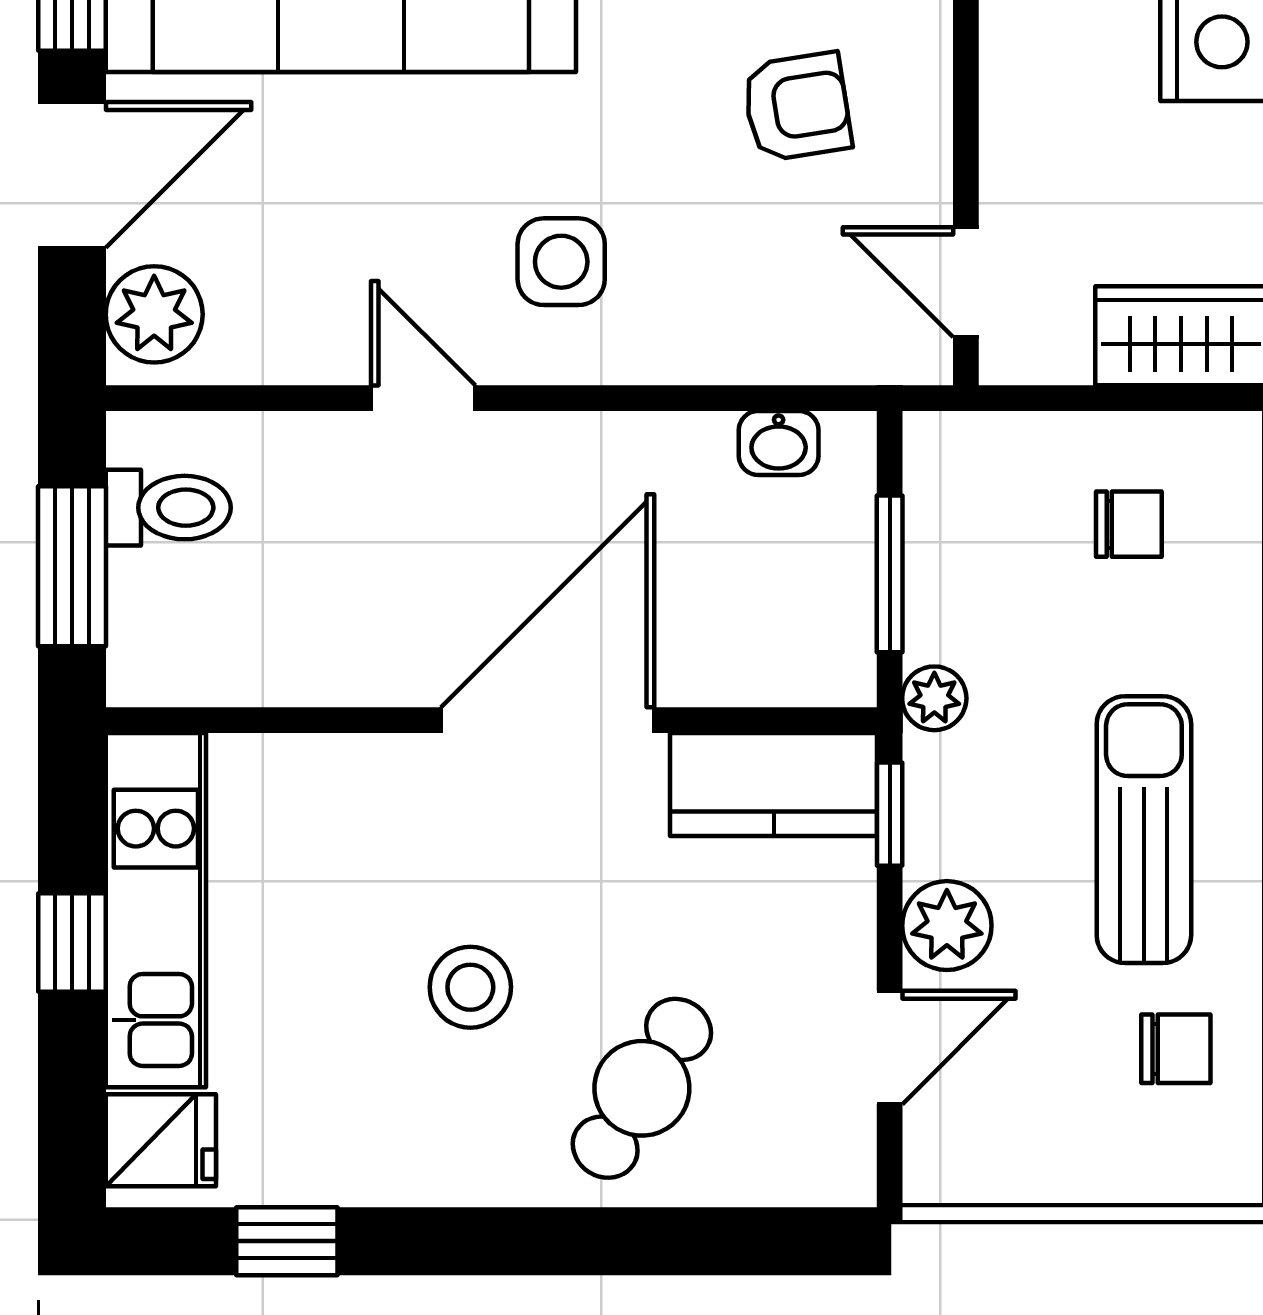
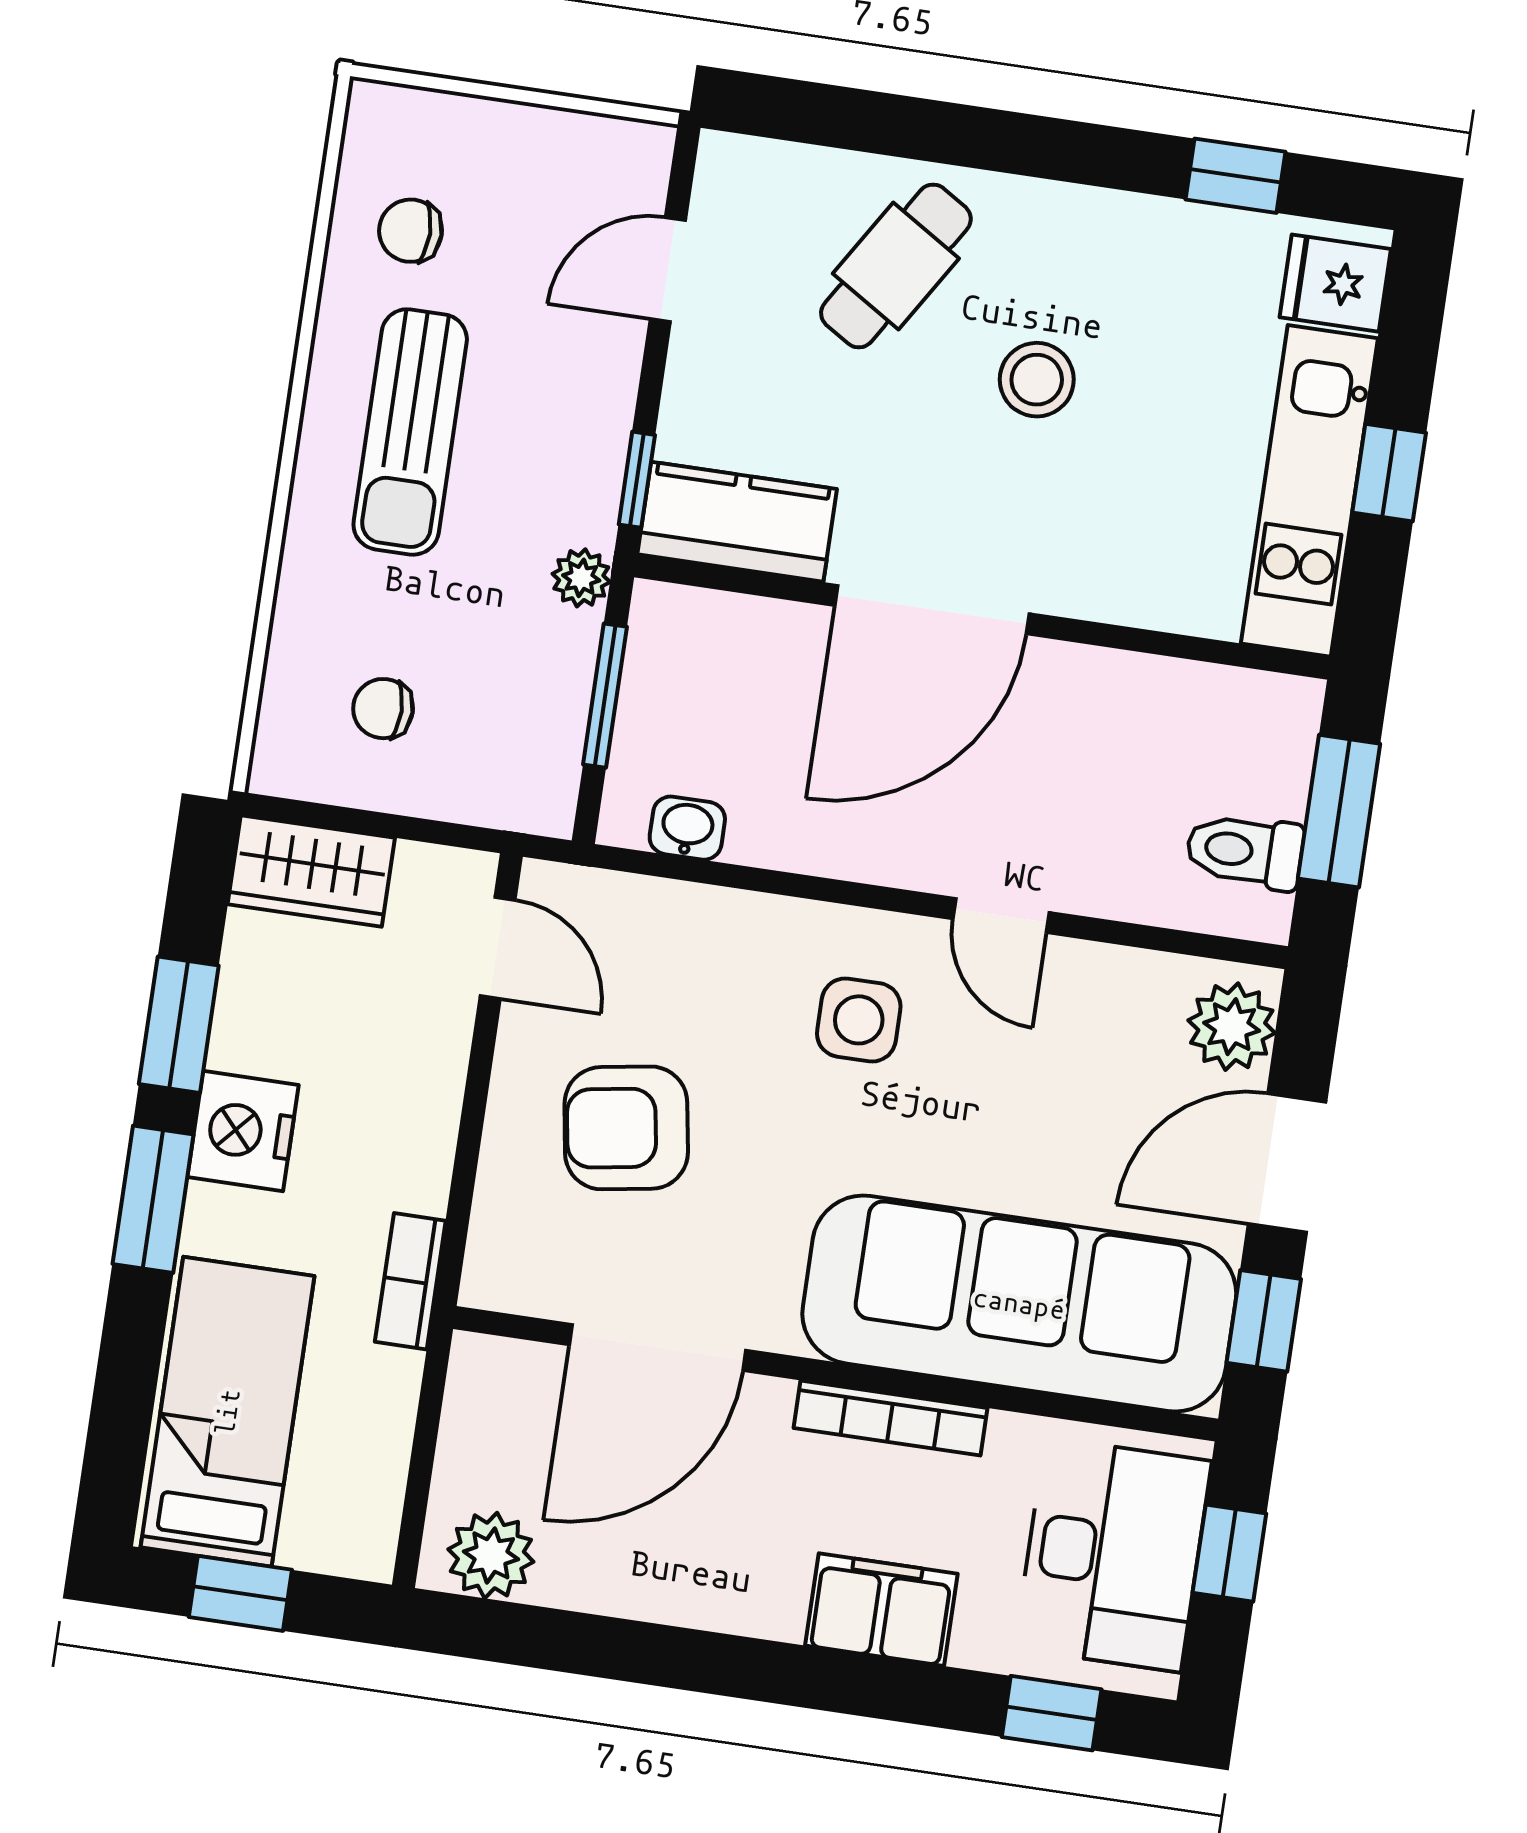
armchair: (797, 107) -> (626, 1128), width x1.38, depth x1.38
plant: (947, 926) -> (600, 372), removed

